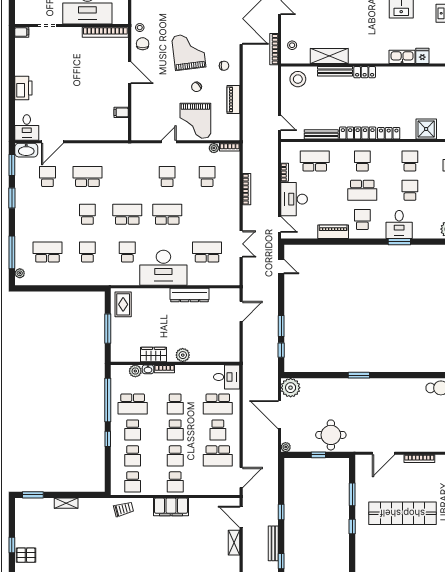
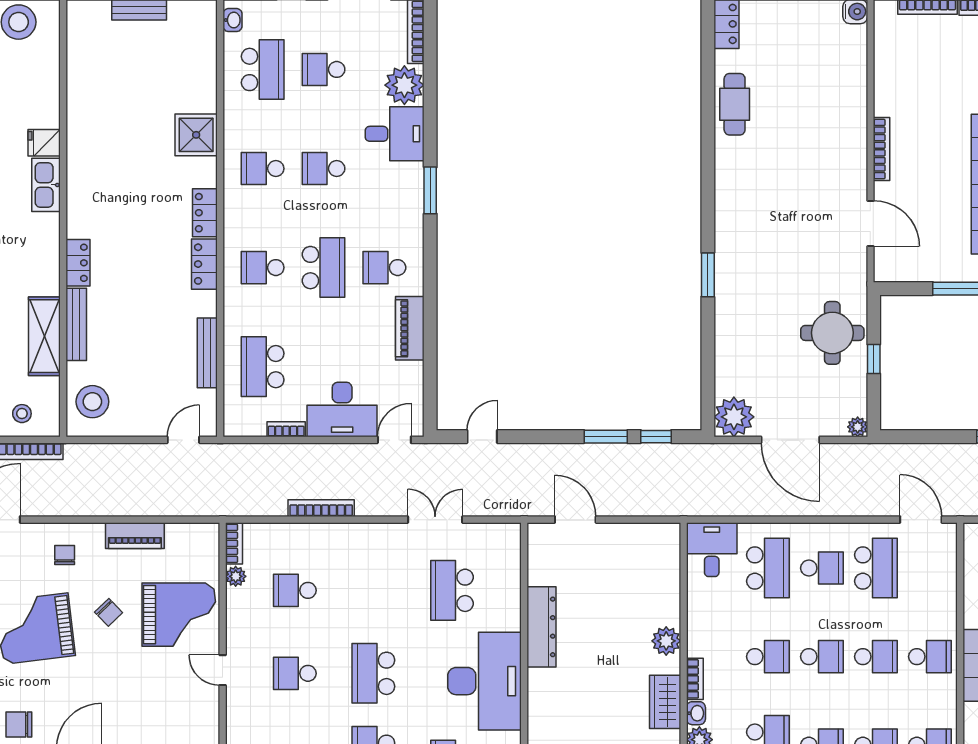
locker: (358, 133) -> (204, 264), width x0.66
desk: (399, 224) -> (395, 134), moved
door: (279, 415) -> (790, 440), hinge flipped

